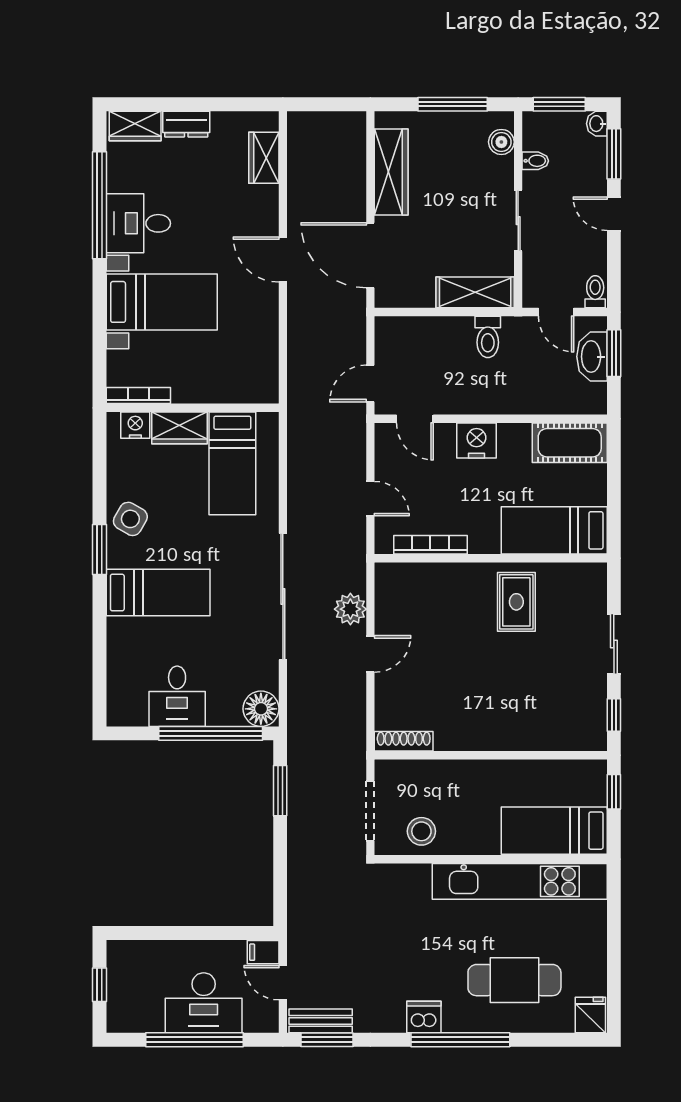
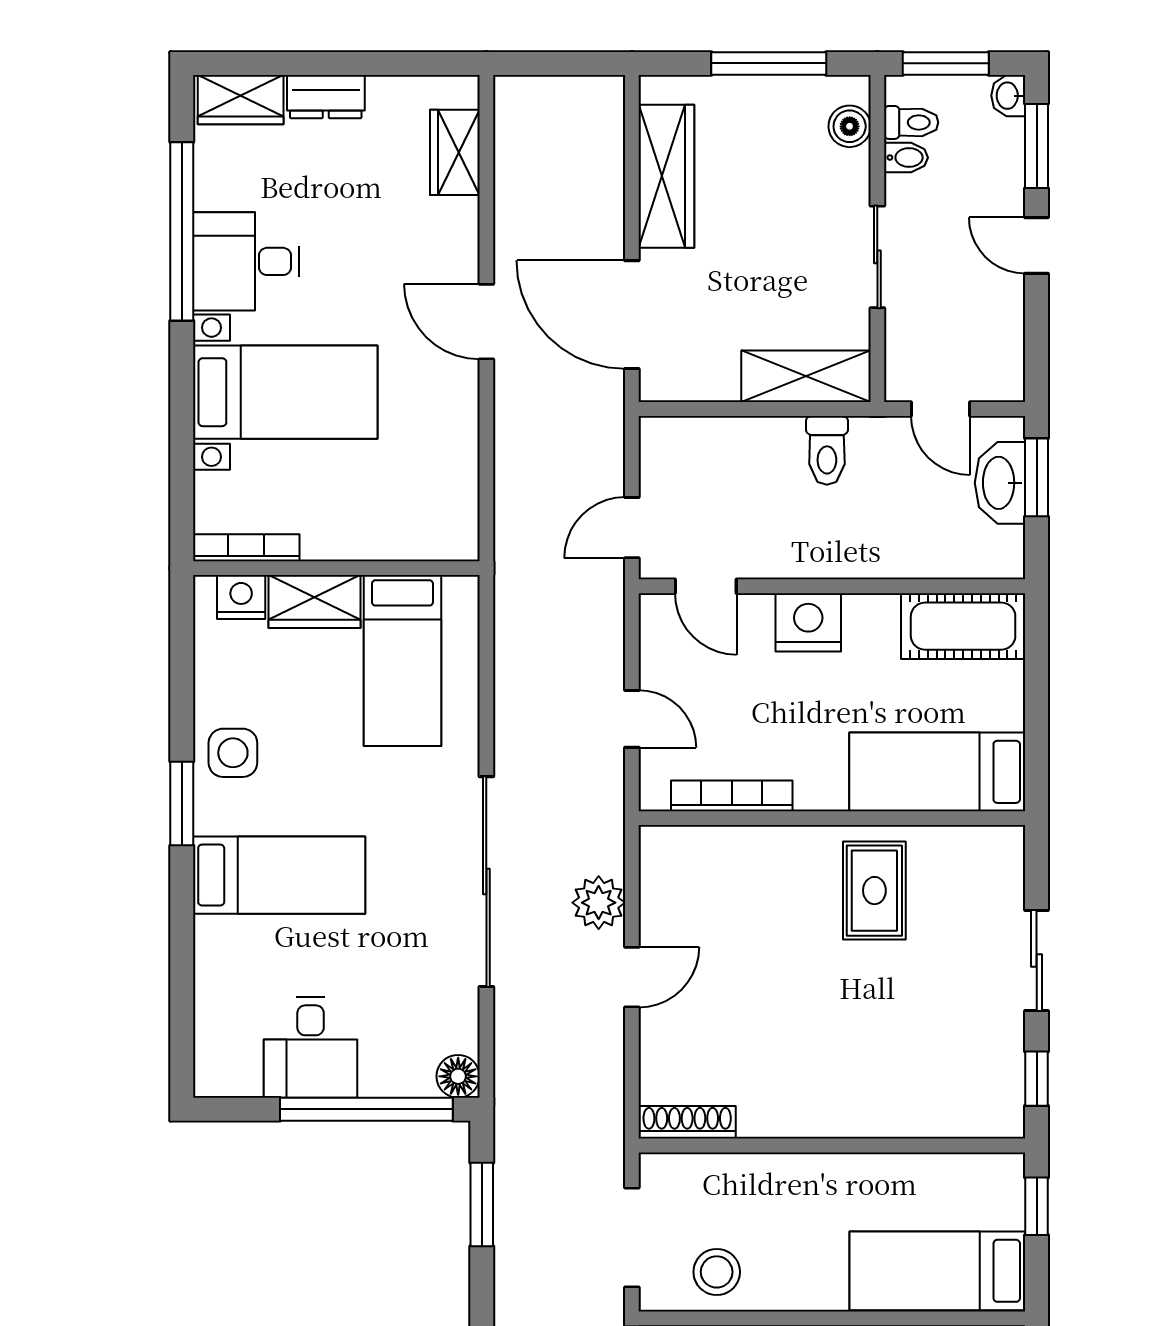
toilet: (595, 292) -> (911, 122), moved, turned 90
side table: (130, 519) -> (233, 753), turned -30
floor lamp: (261, 709) -> (458, 1076), width x0.73, depth x0.73

